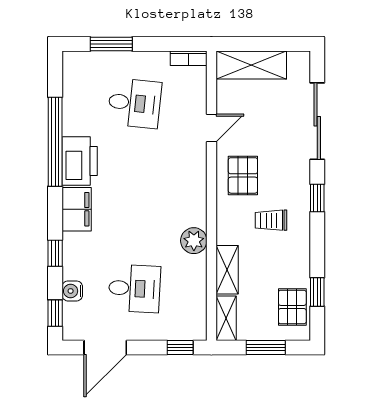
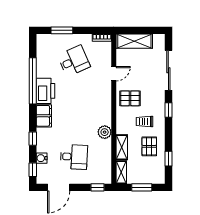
desk: (134, 103) -> (74, 61), turned -30
pallet: (243, 175) -> (130, 98), turned 90
pallet: (292, 307) -> (149, 146), moved

